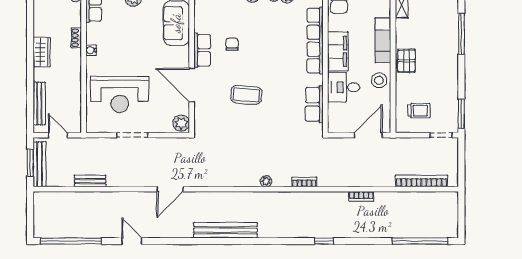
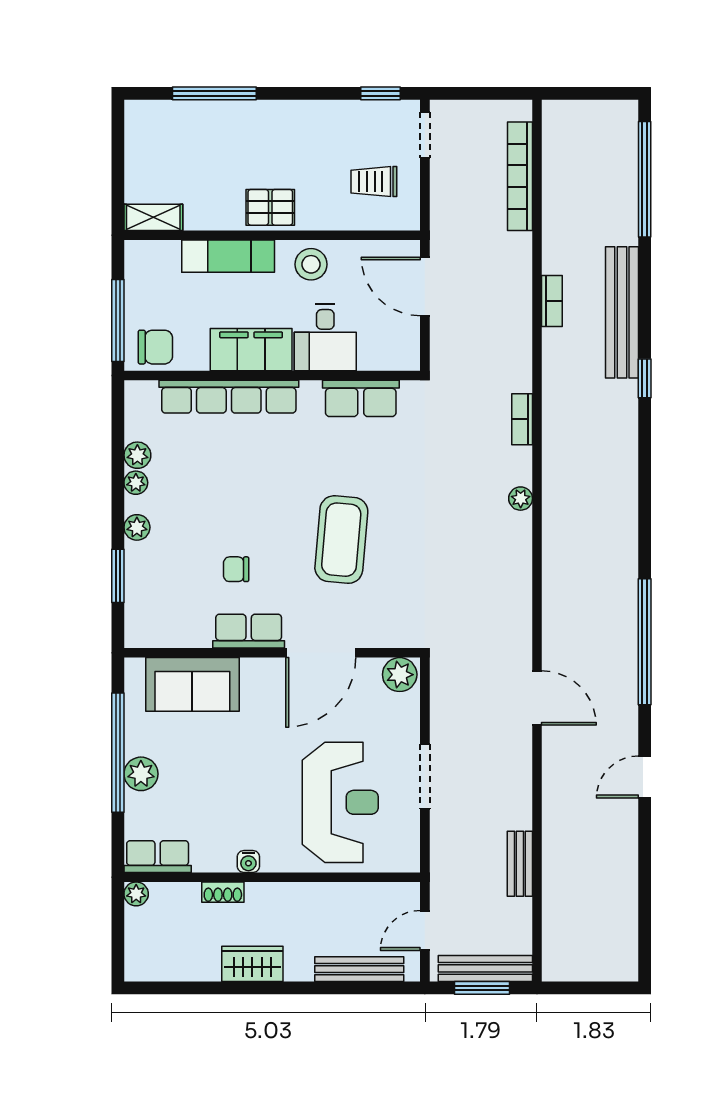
coffee table: (246, 95) -> (341, 540), width x1.36, depth x1.32
trolley: (419, 111) -> (374, 182), turned -90
window: (461, 114) -> (381, 93), width x0.67
bench: (225, 230) -> (622, 312), moved
window: (71, 241) -> (645, 642), moved

